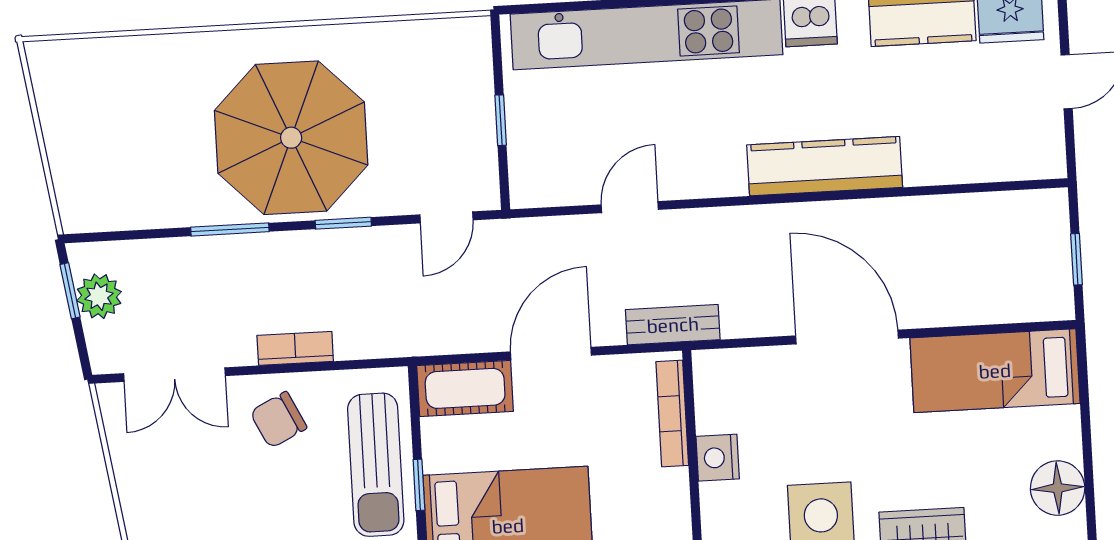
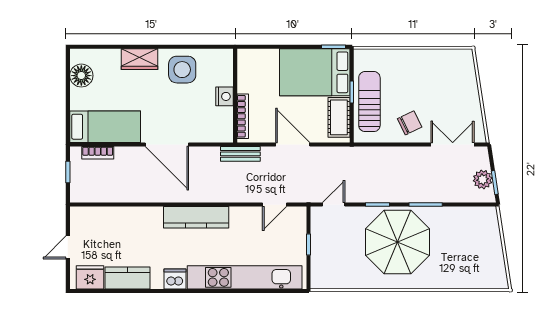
kitchen counter: (825, 166) -> (196, 217), moved
door: (630, 207) -> (275, 205), moved
bookcase: (295, 348) -> (98, 153), moved
door: (551, 354) -> (293, 144), swing flipped
cot: (465, 388) -> (339, 117), moved, turned 90

